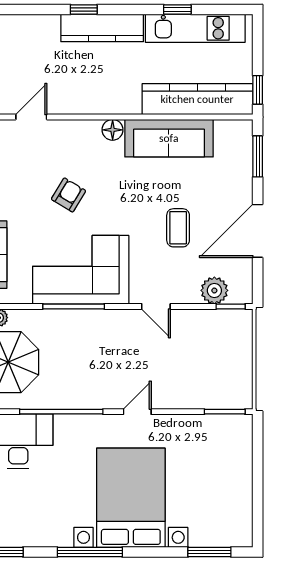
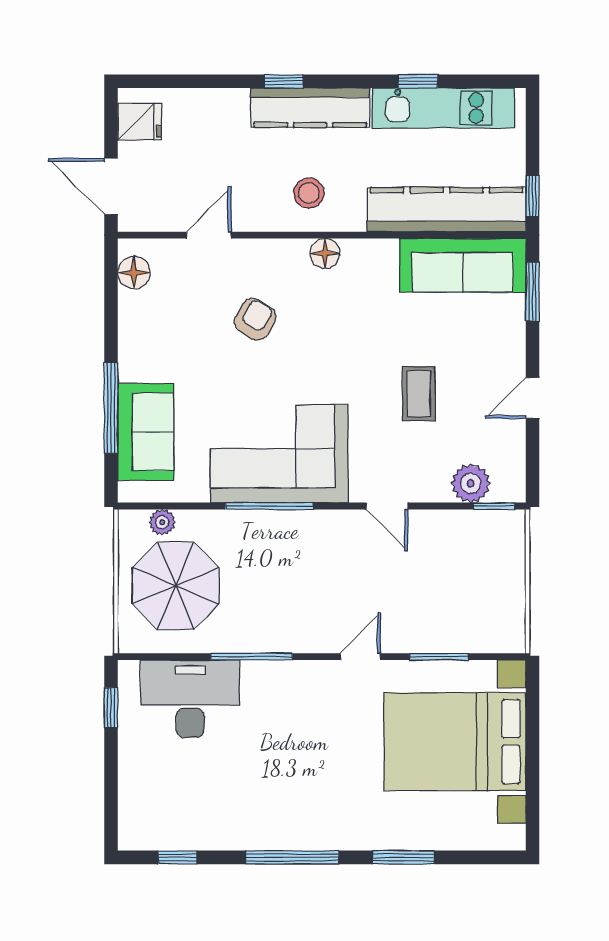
stool: (101, 88) -> (309, 193), added
sofa: (169, 138) -> (463, 265), moved
armchair: (69, 195) -> (255, 319), moved
door: (258, 231) -> (533, 398), width x0.53
window: (61, 412) -> (252, 657), width x0.68
window: (225, 412) -> (439, 657), moved
bed with nightstands: (131, 498) -> (455, 742), moved, turned -90
window: (209, 552) -> (404, 857), moved

